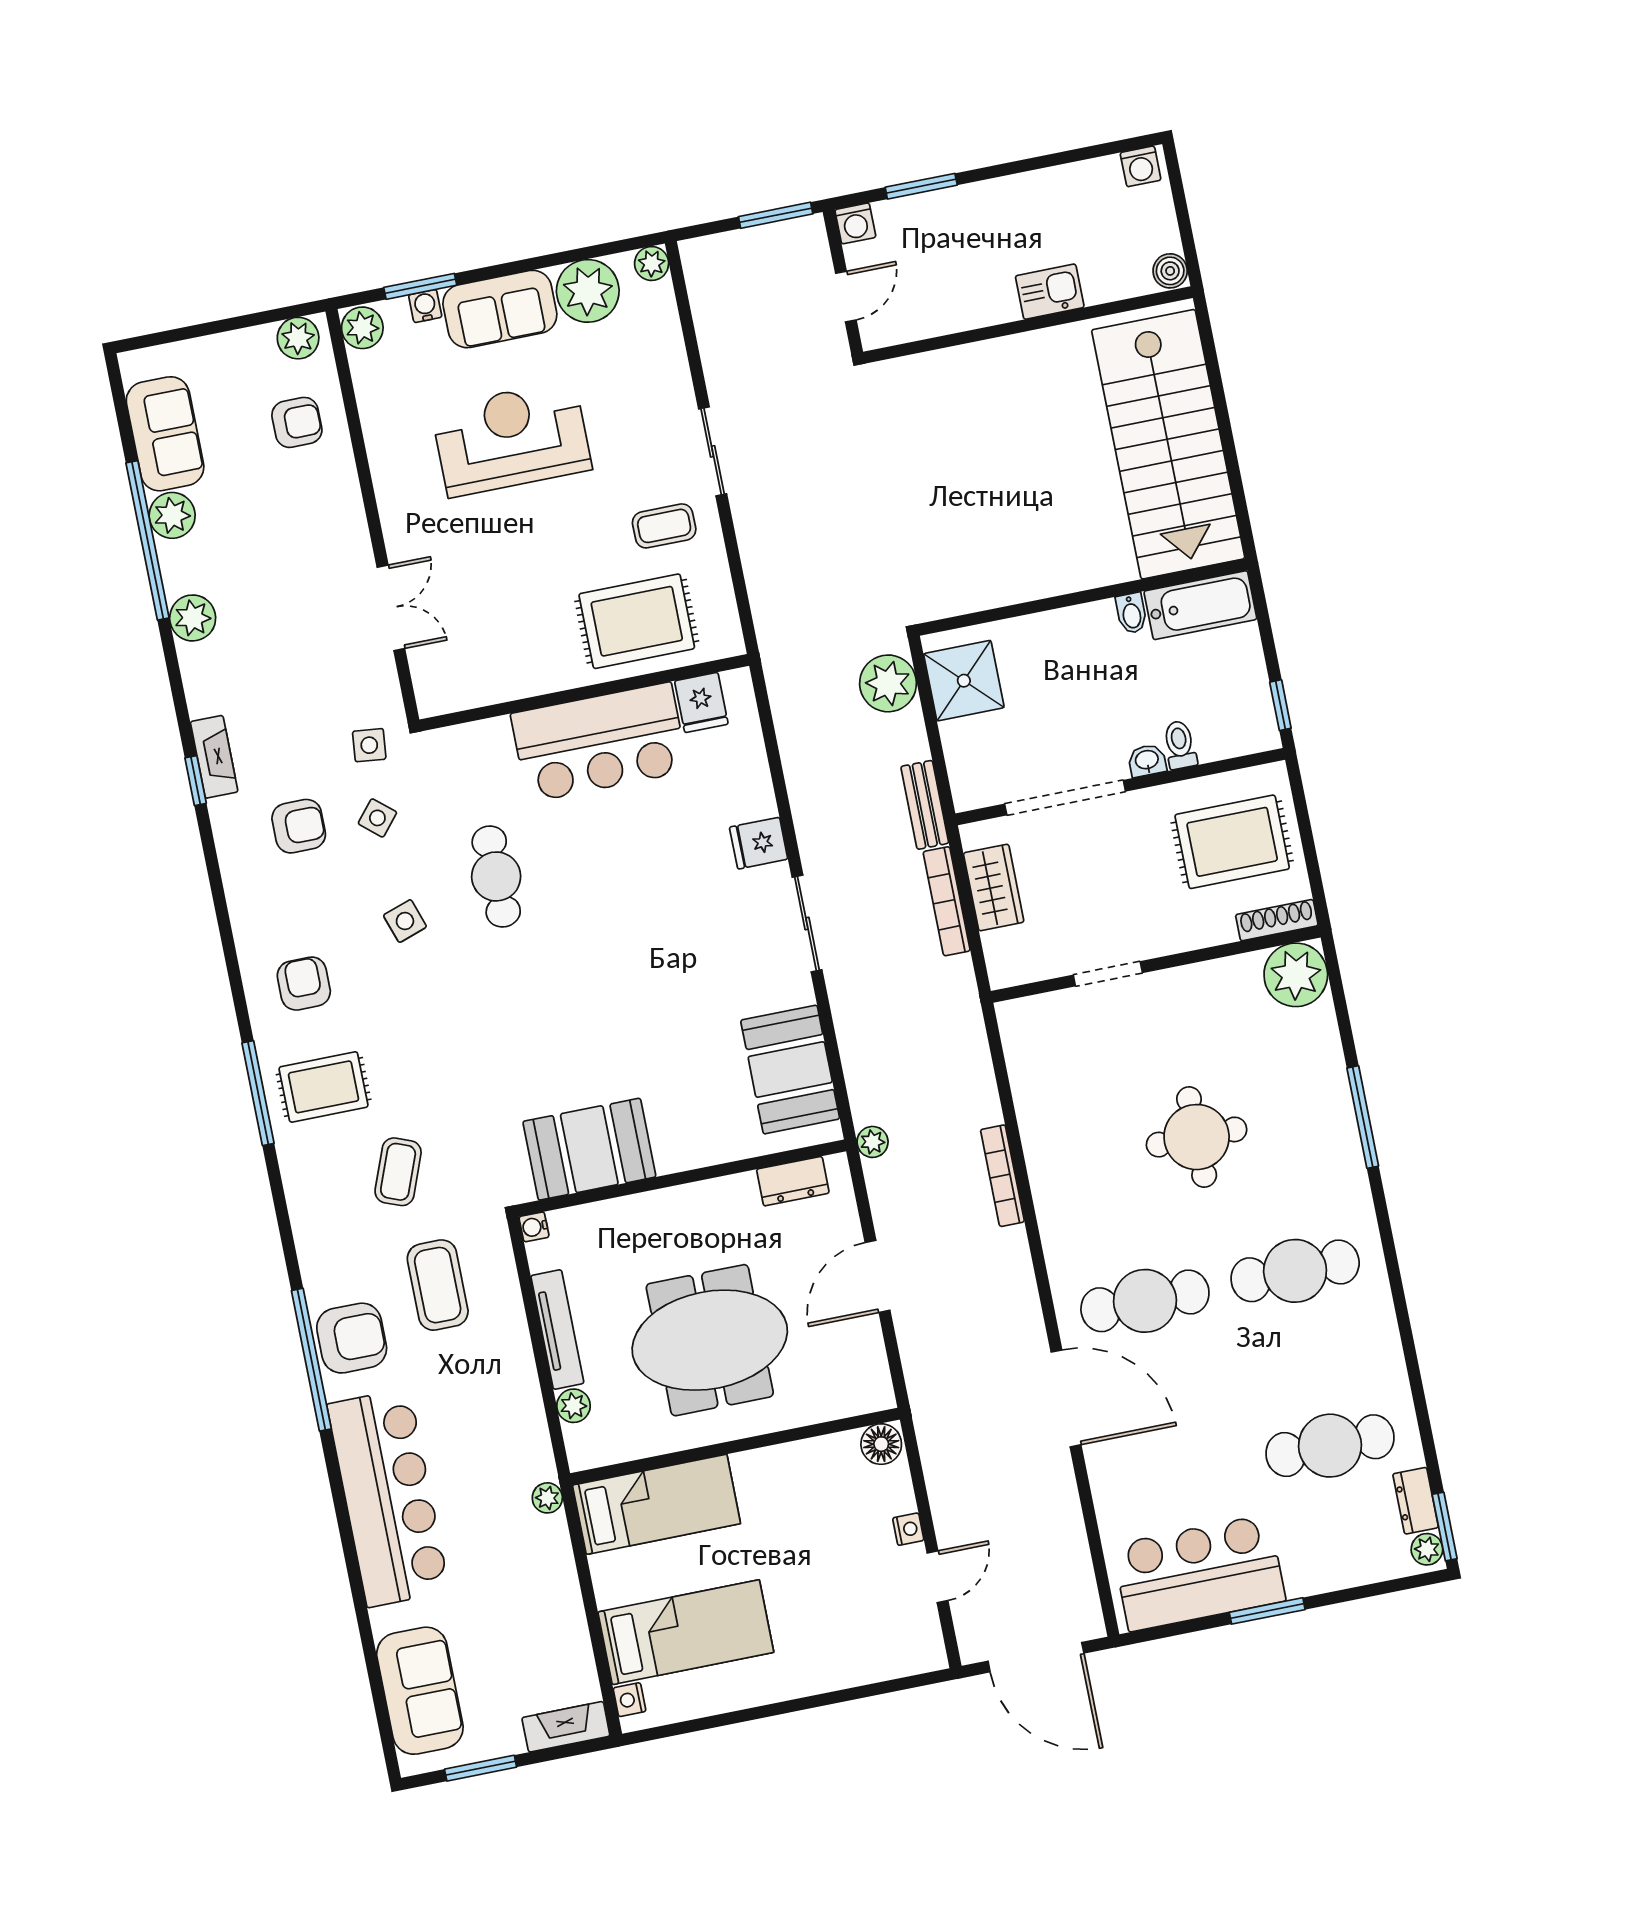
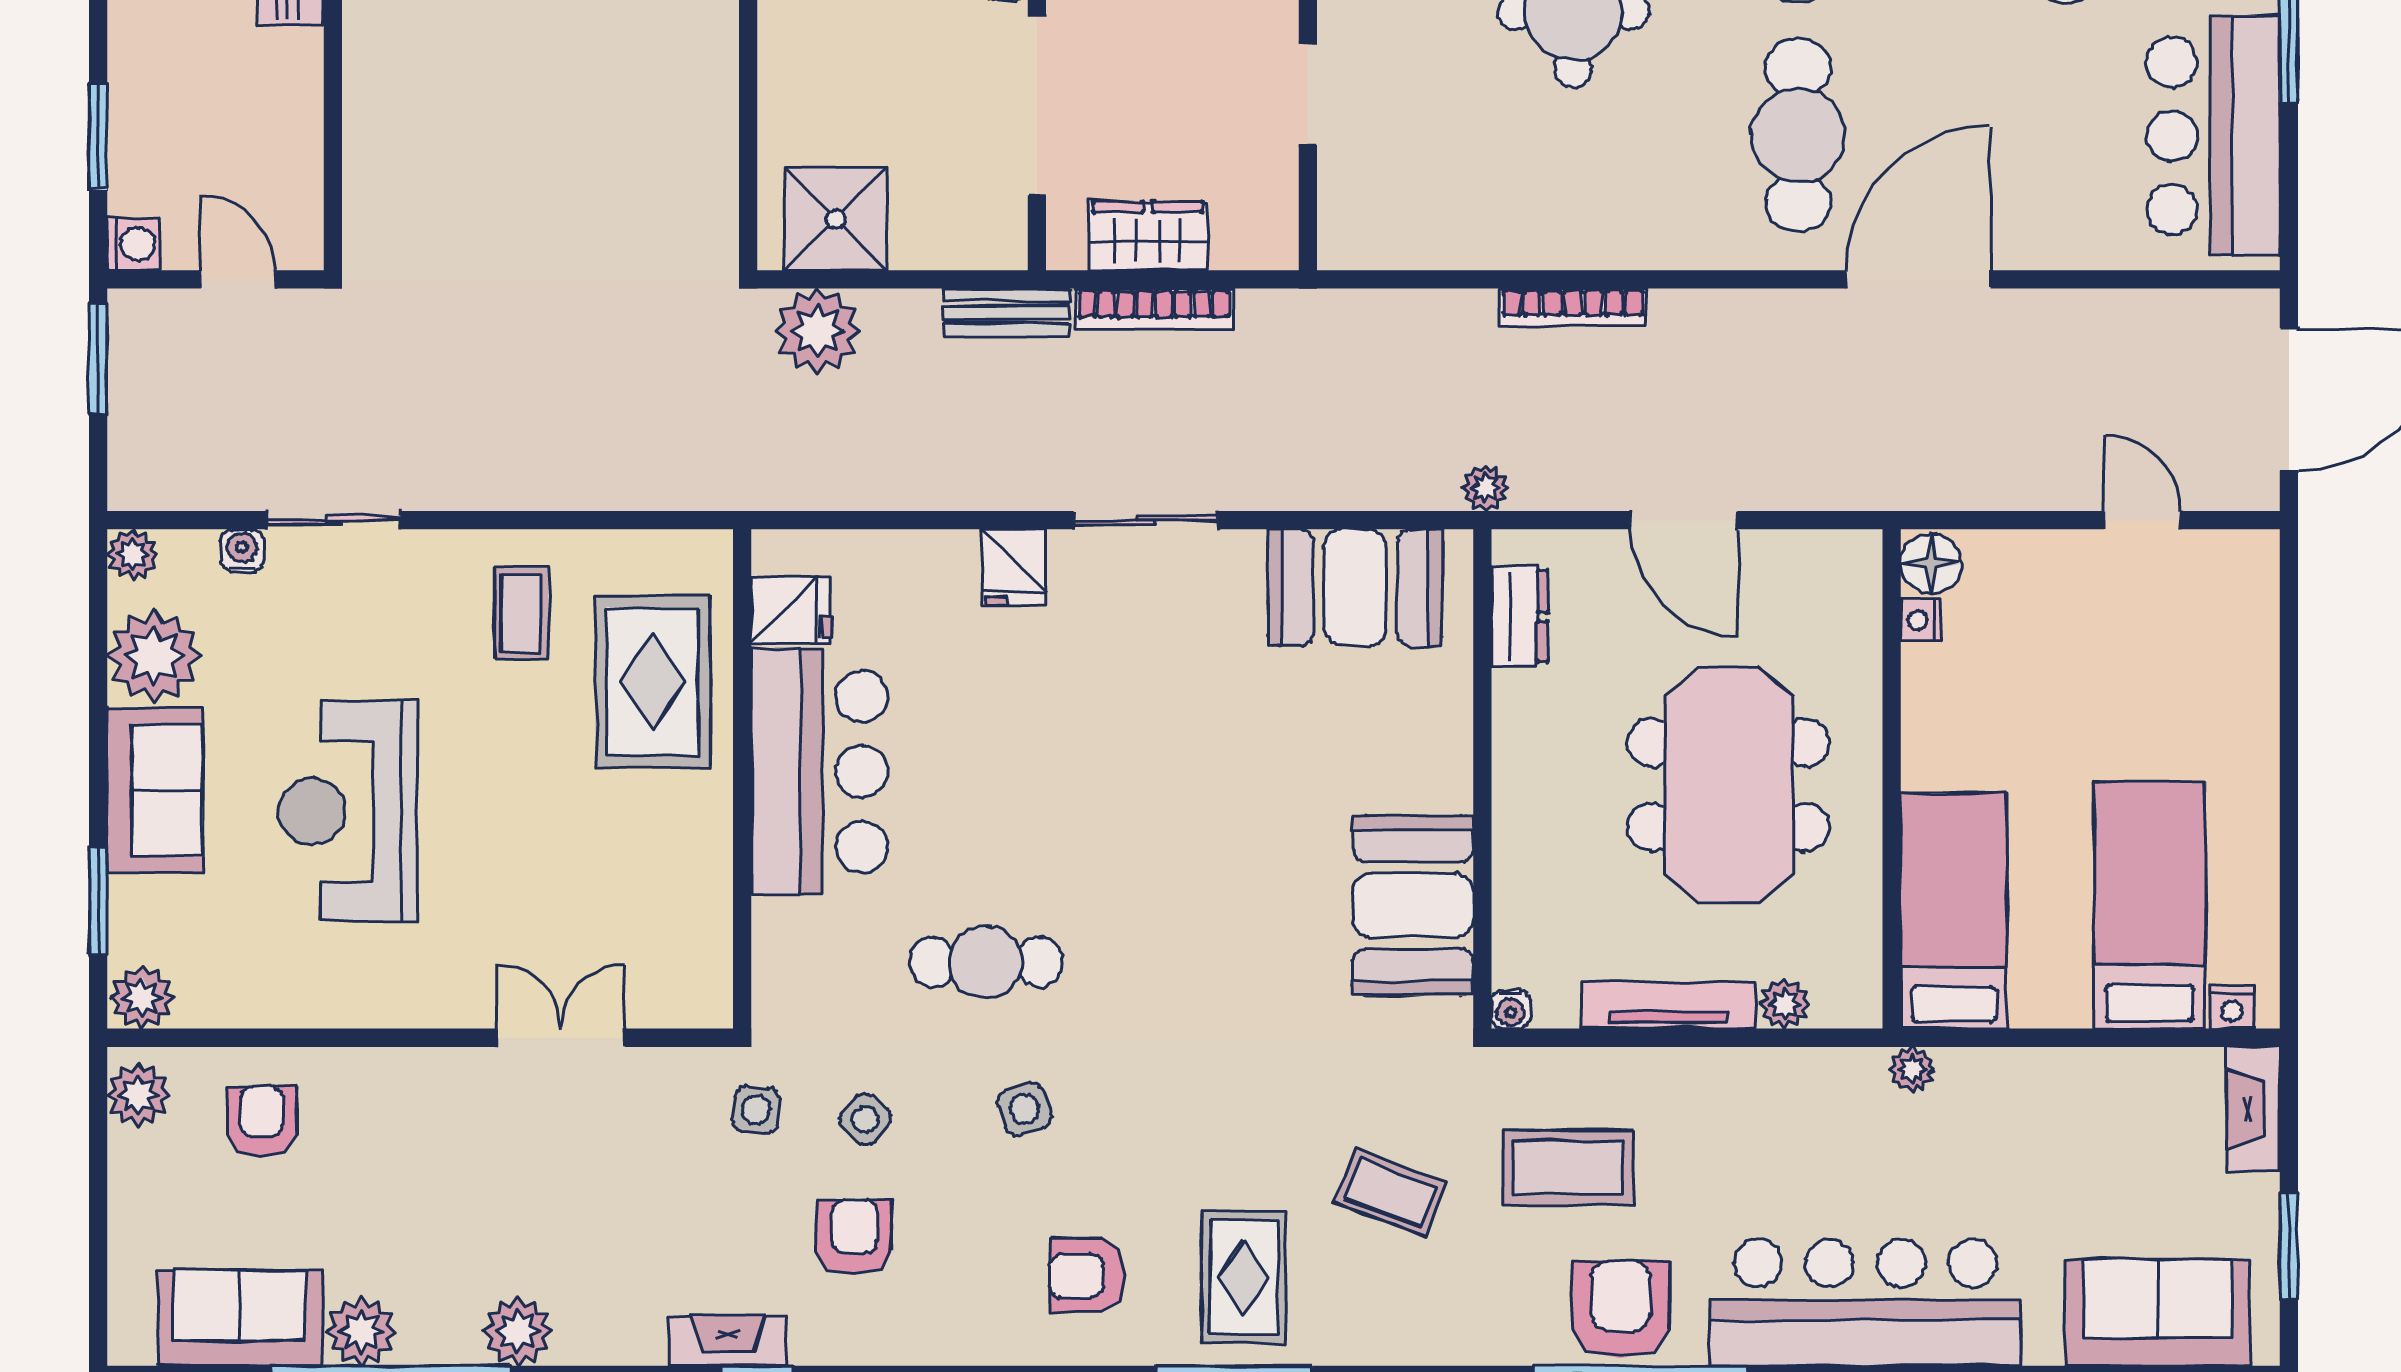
water cooler: (425, 306) -> (242, 551), moved, turned 90
sliding door: (713, 451) -> (334, 520), moved
nightstand: (908, 1529) -> (1921, 620), moved, turned -90

